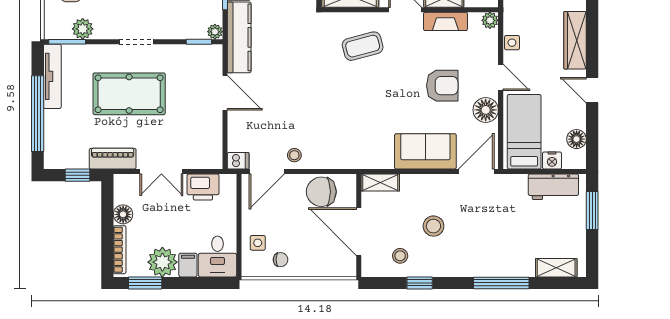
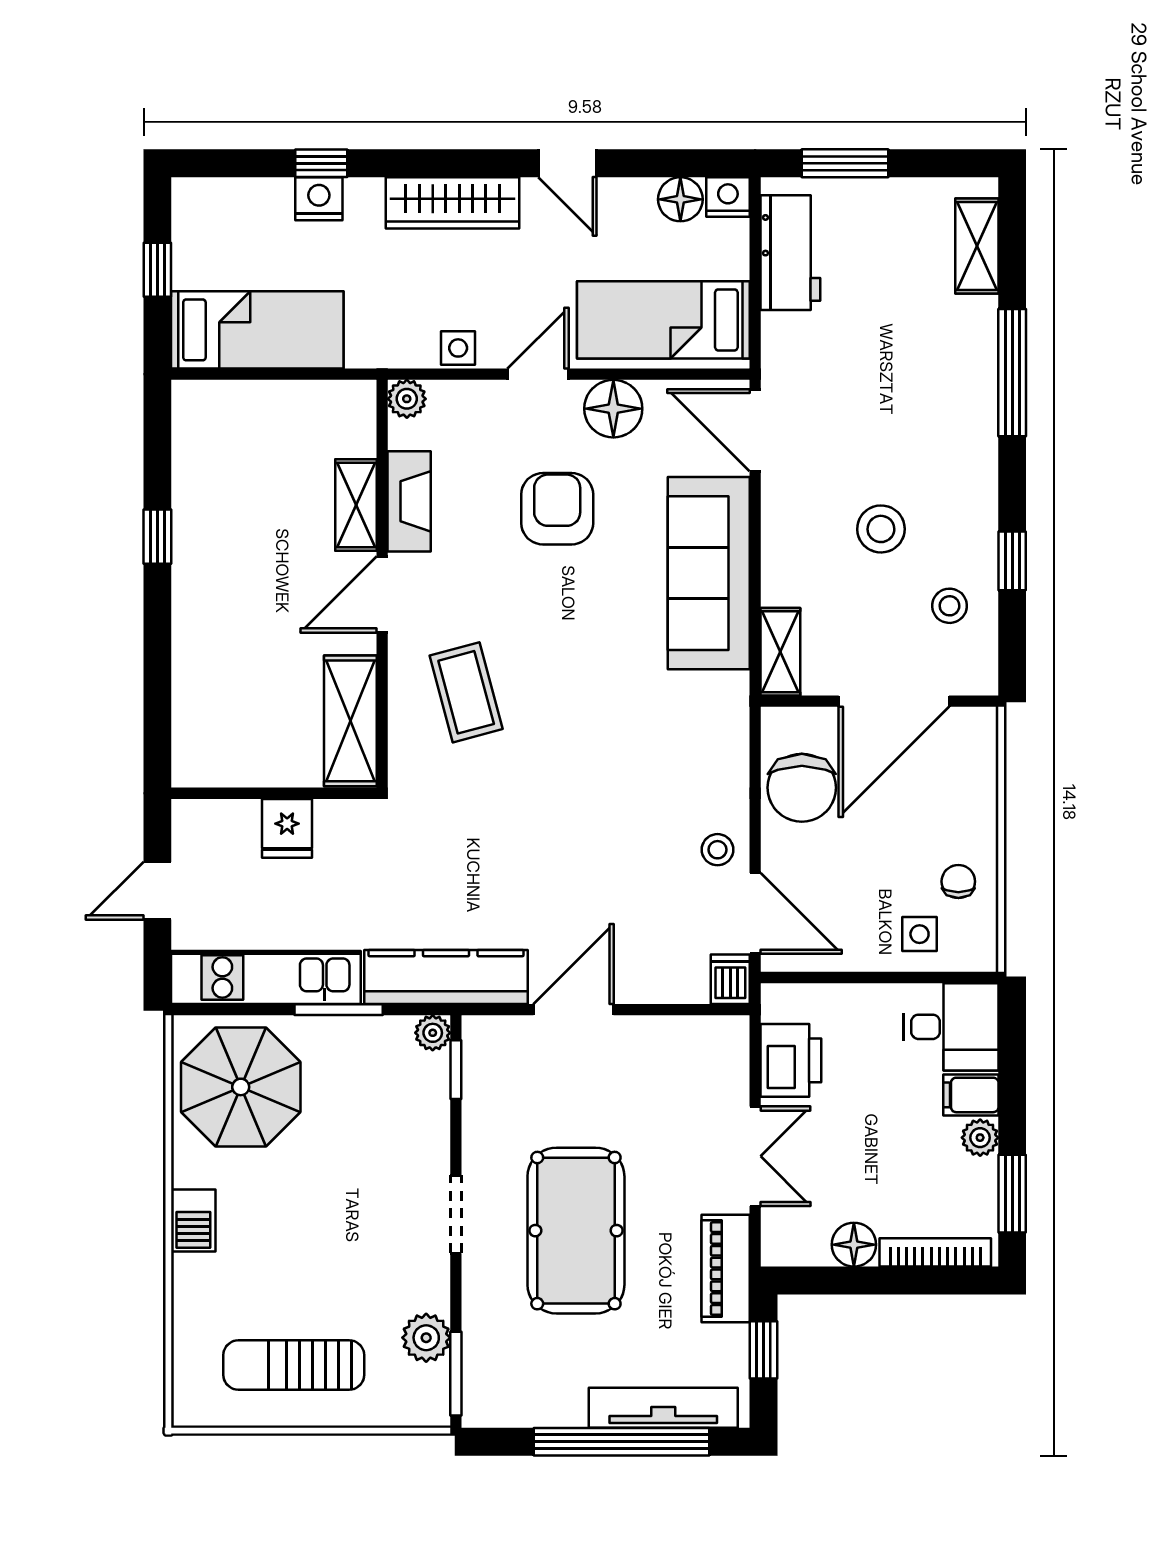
tv unit: (52, 76) -> (663, 1408), moved
door: (592, 90) -> (567, 163), hinge flipped
sofa: (425, 151) -> (709, 573), width x1.36
nightstand: (552, 160) -> (728, 197), moved, turned -90
plant: (162, 262) -> (980, 1138), width x0.53, depth x0.53

